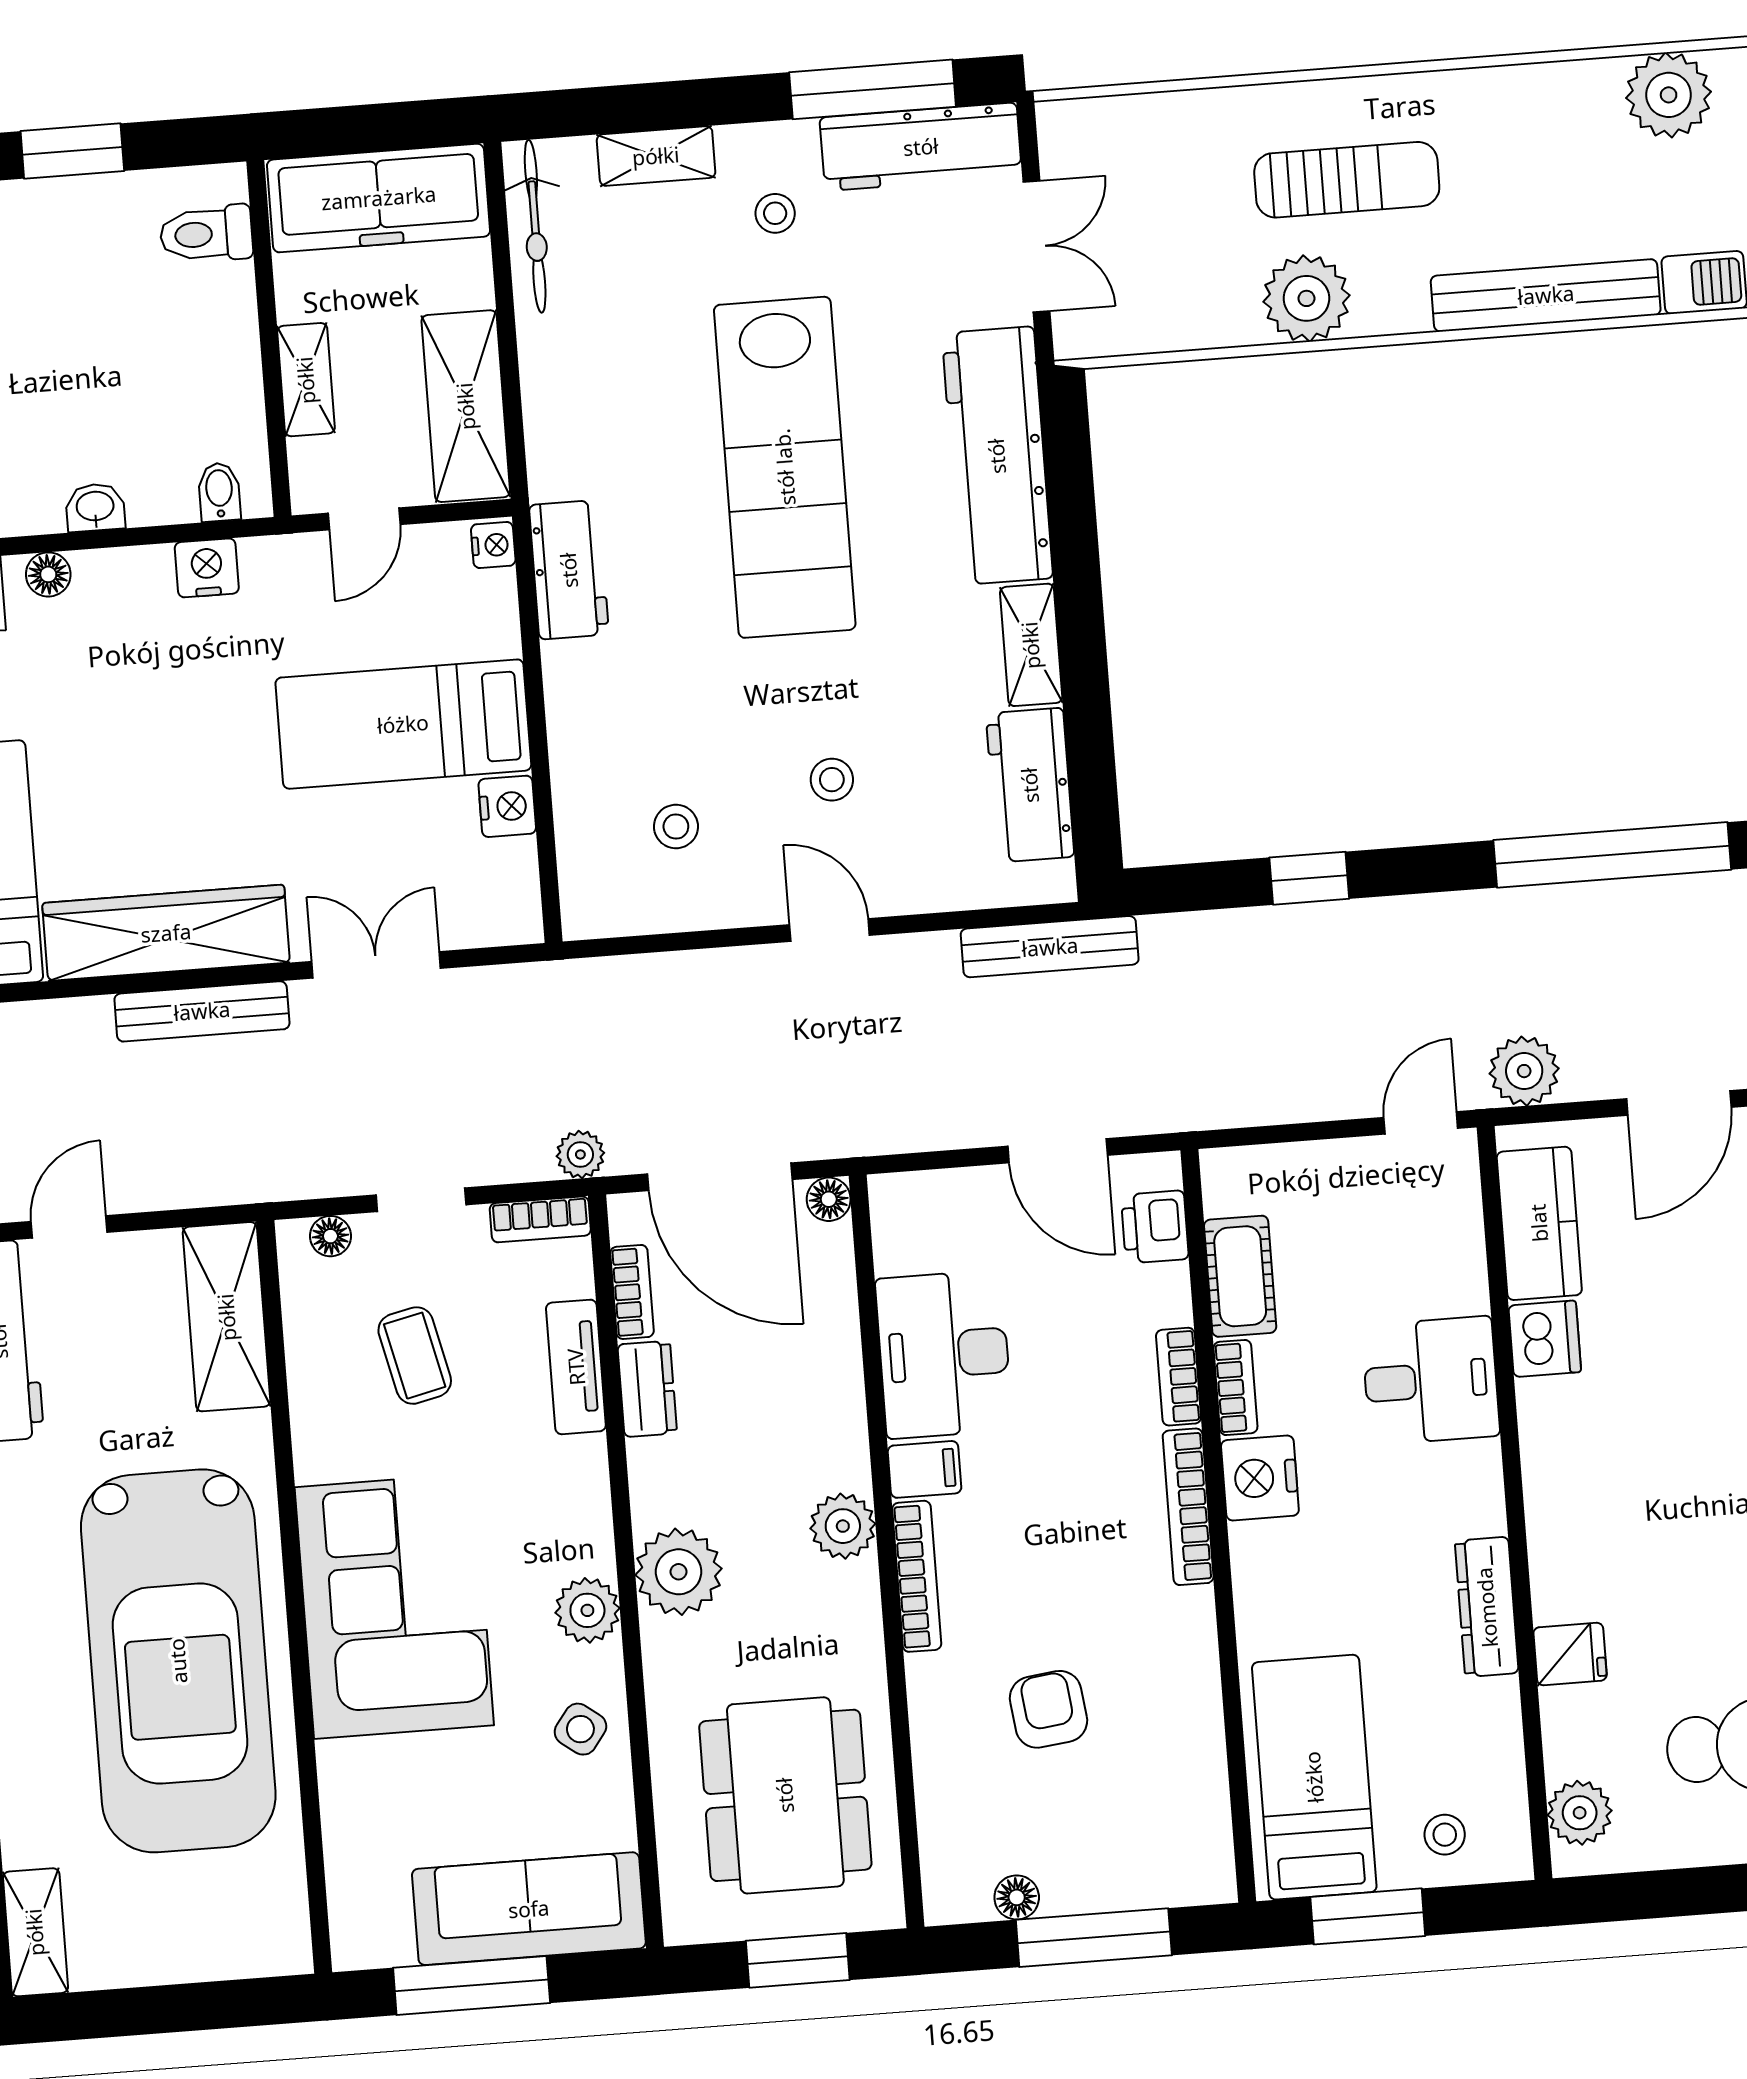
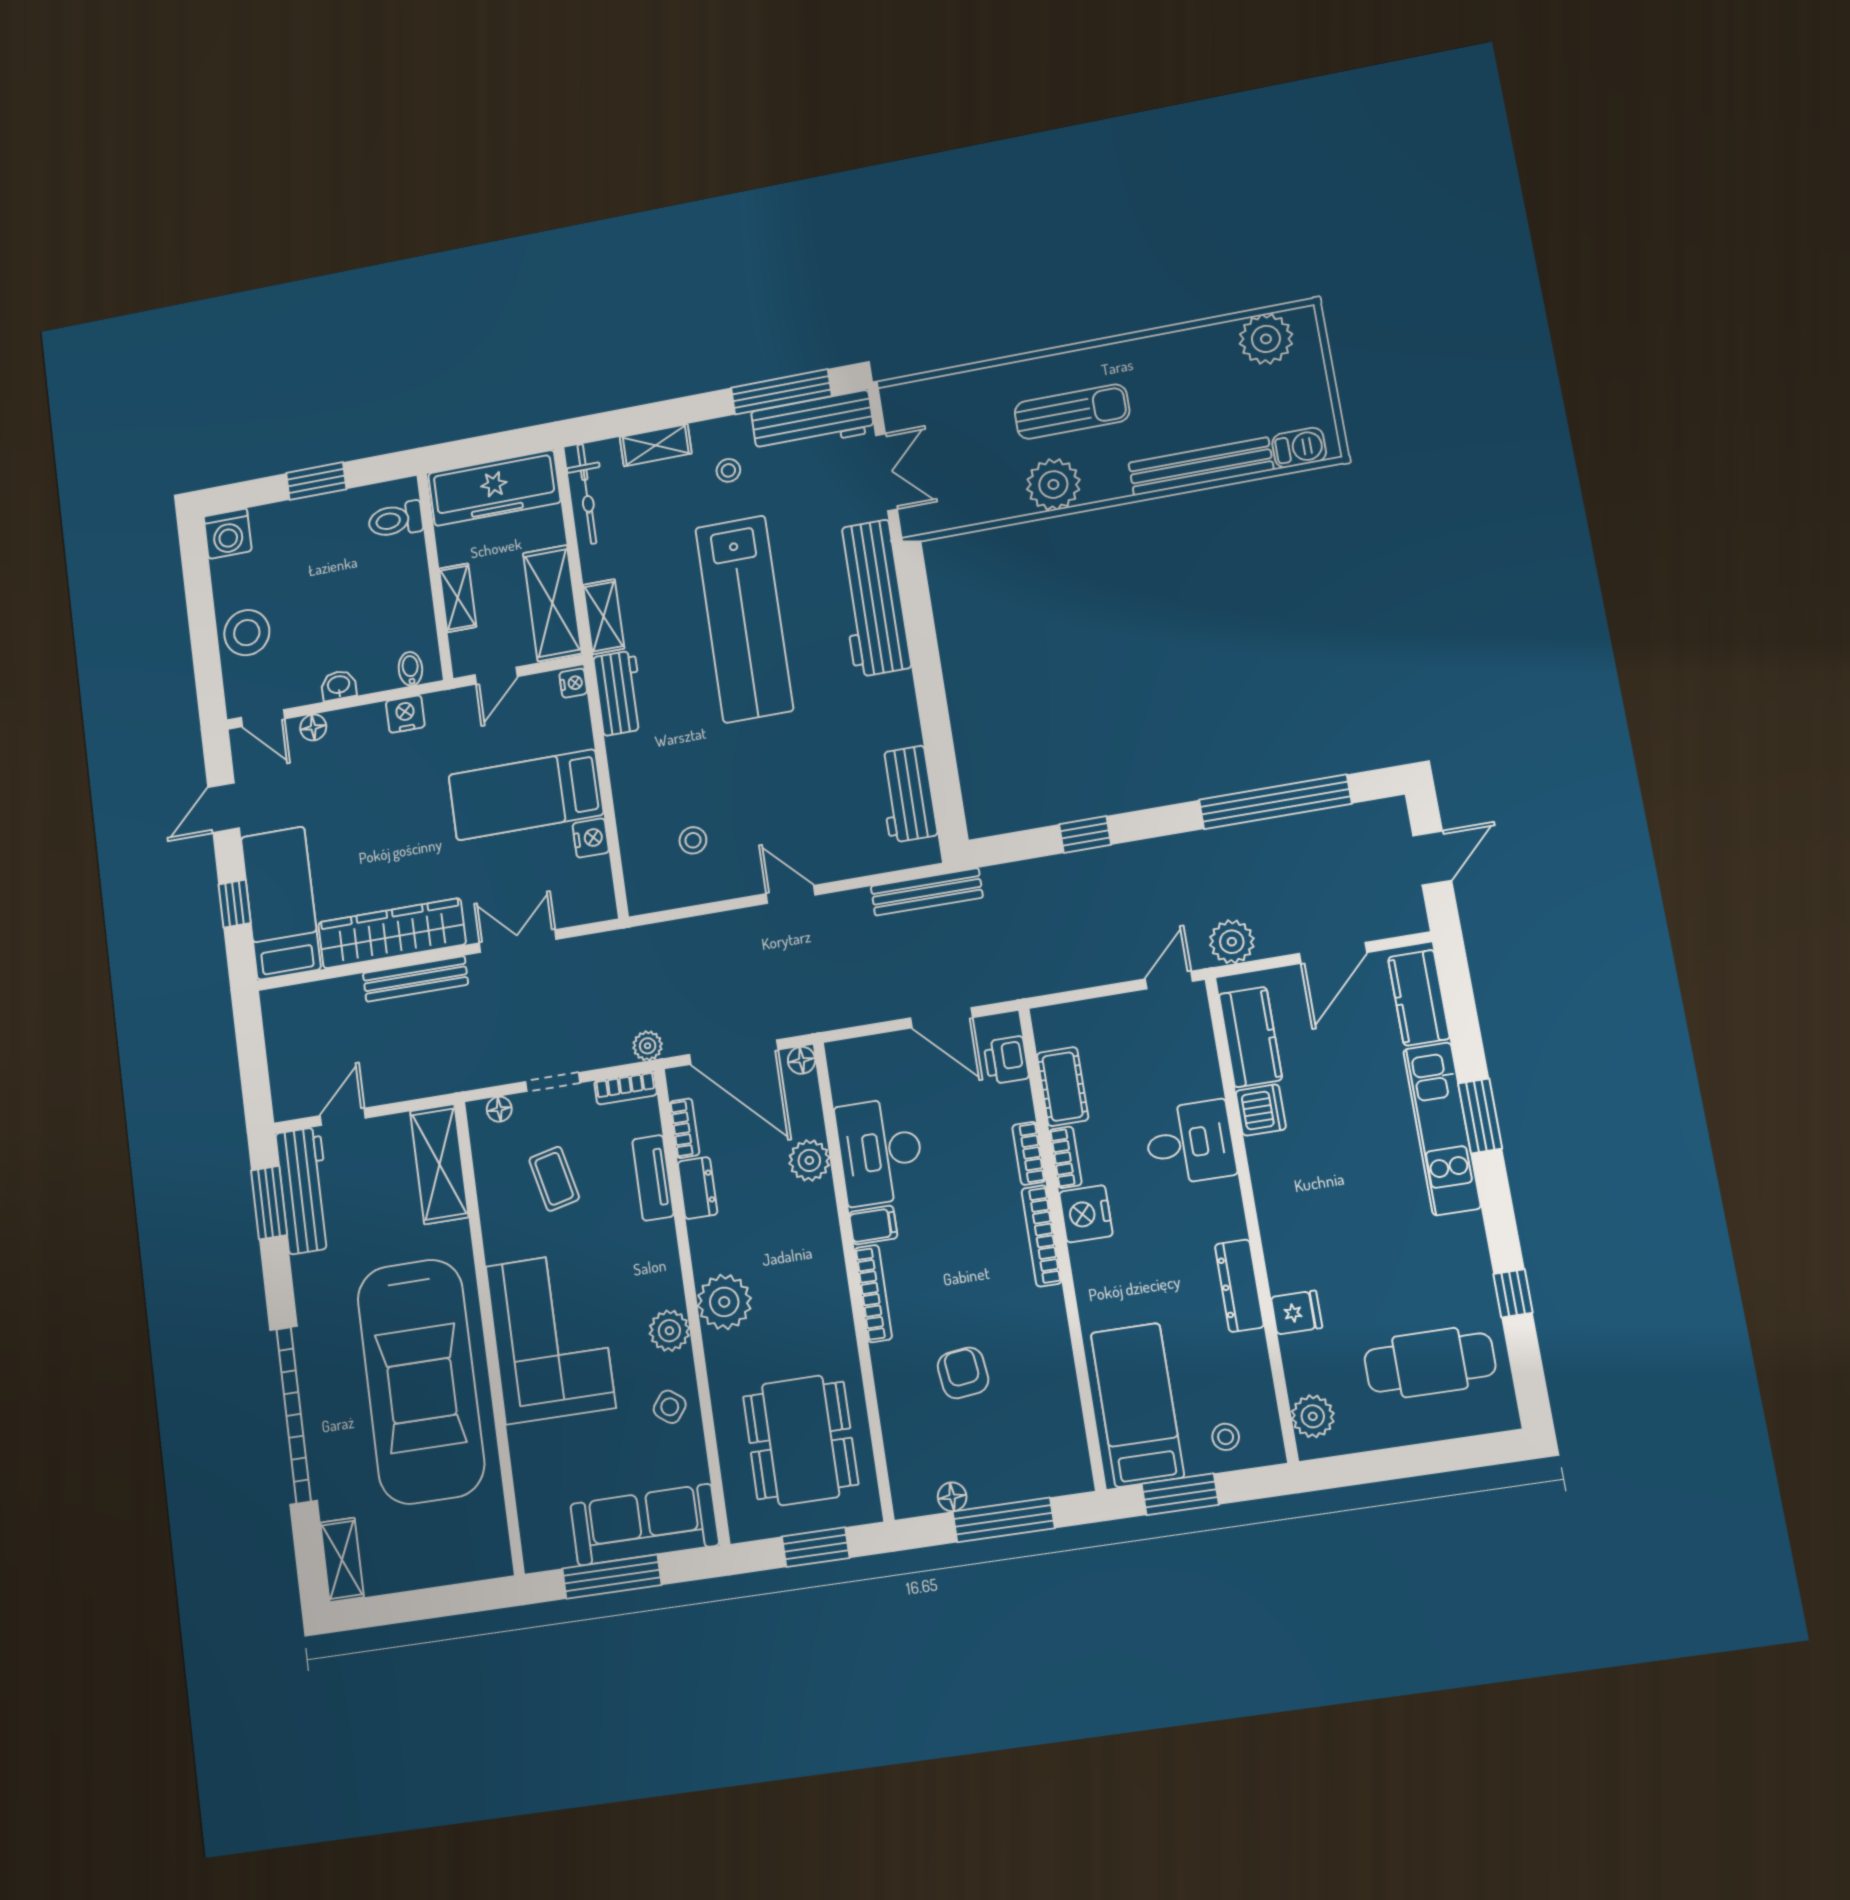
shelving: (1031, 645) -> (604, 617), moved
stool: (832, 780) -> (786, 803), removed
plant: (843, 1526) -> (809, 1160), moved

